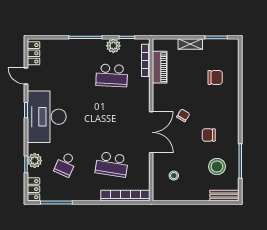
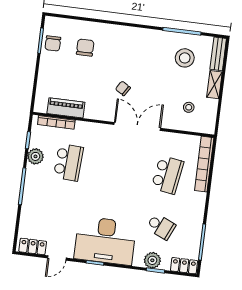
shelving: (190, 44) -> (214, 85), moved
chair: (209, 135) -> (53, 43), moved

